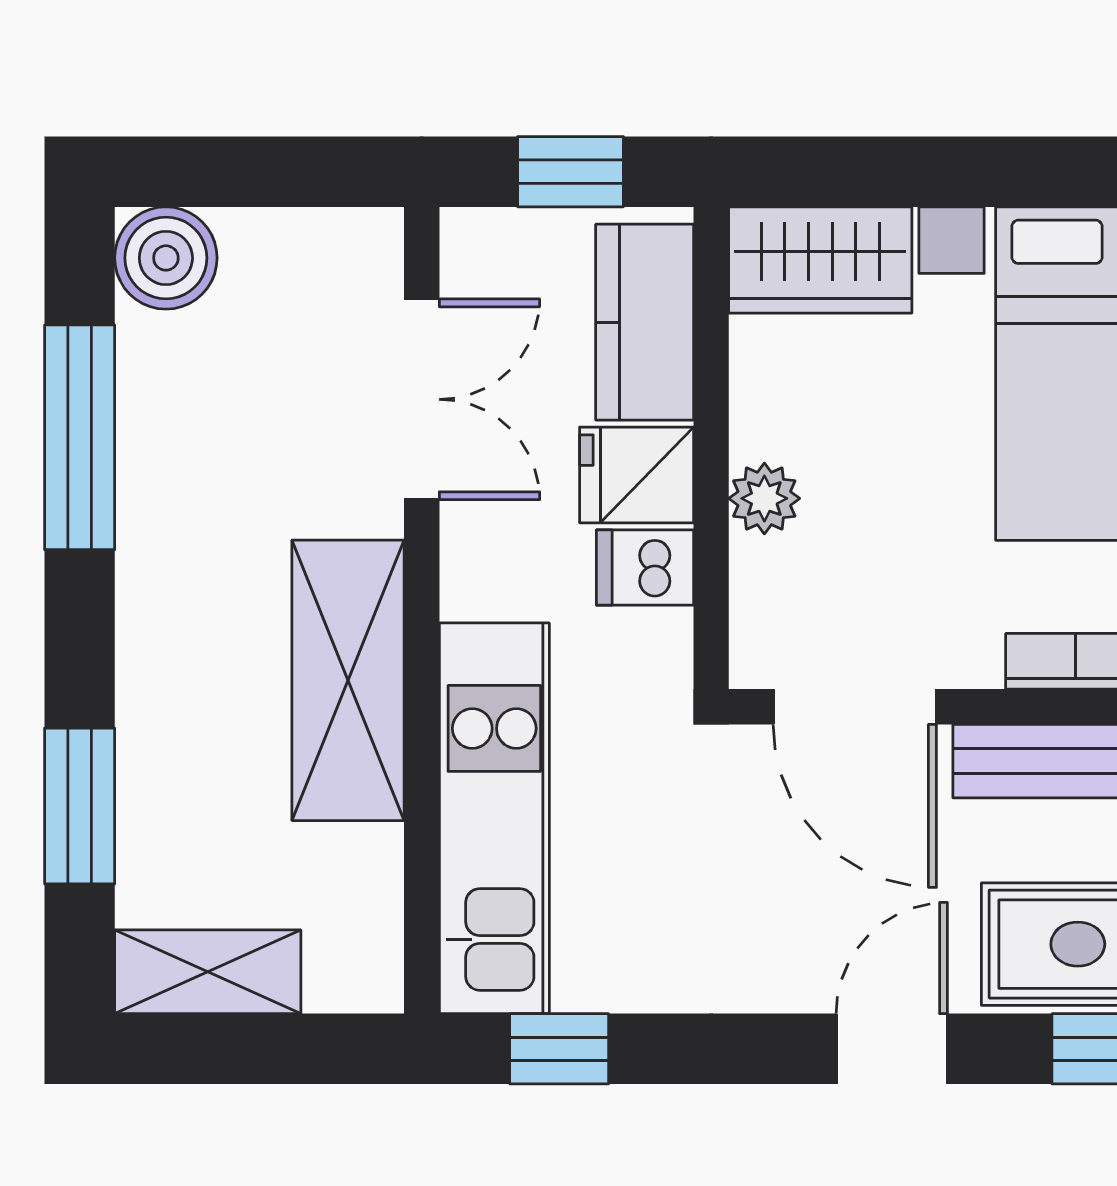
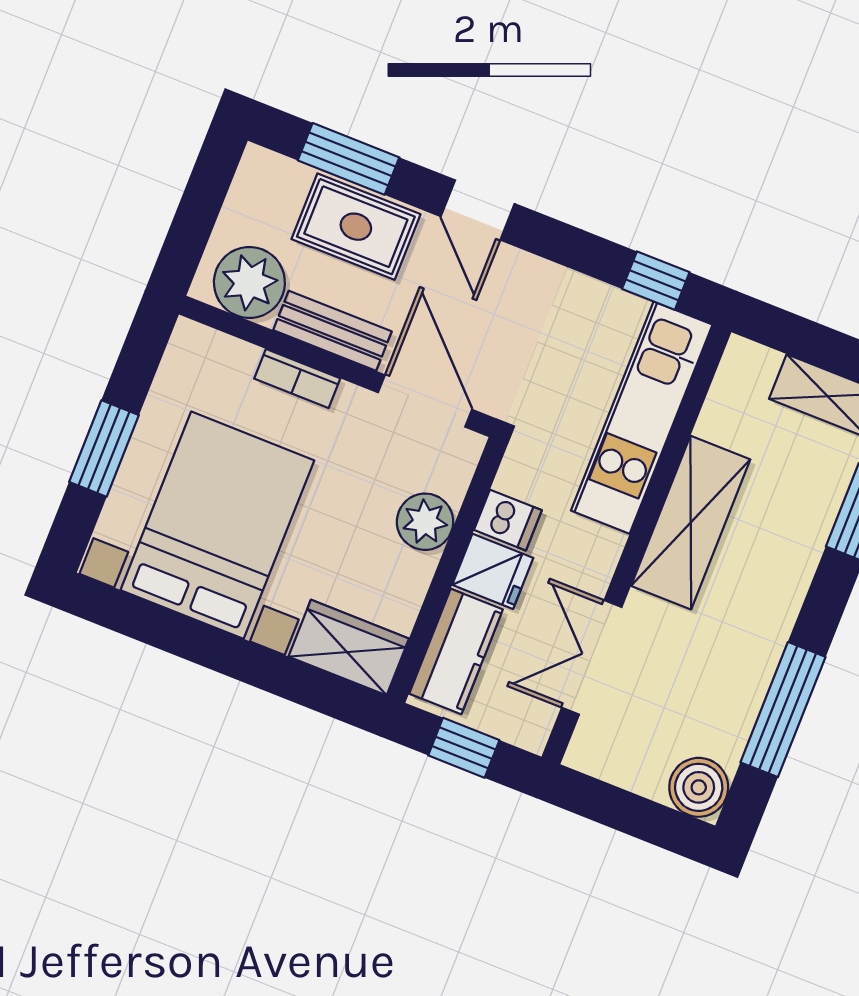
plant: (764, 498) -> (425, 522), width x1.38, depth x1.38
door: (892, 1049) -> (478, 210), hinge flipped

